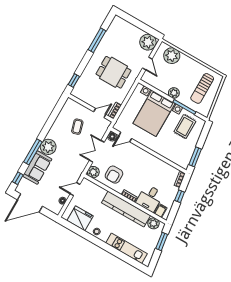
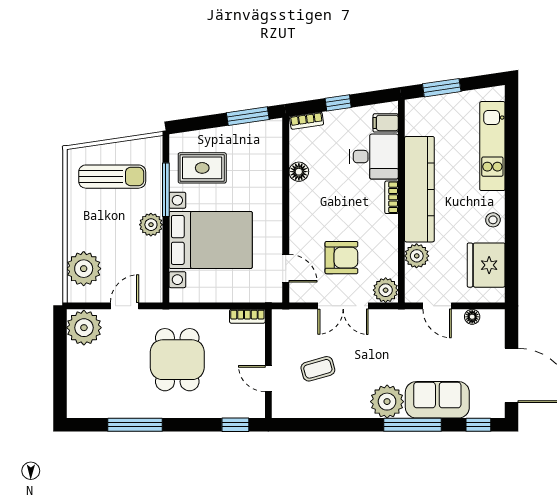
door: (100, 113) -> (268, 379), moved
floor lamp: (112, 137) -> (299, 172), moved
armchair: (114, 175) -> (341, 258), moved
plant: (153, 223) -> (417, 256), moved

